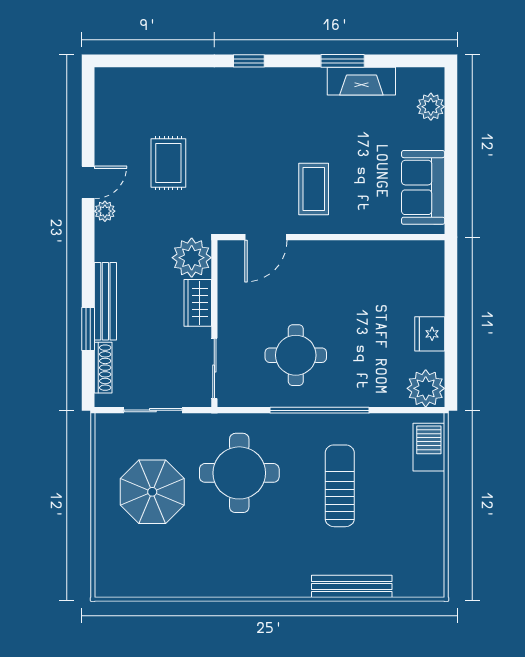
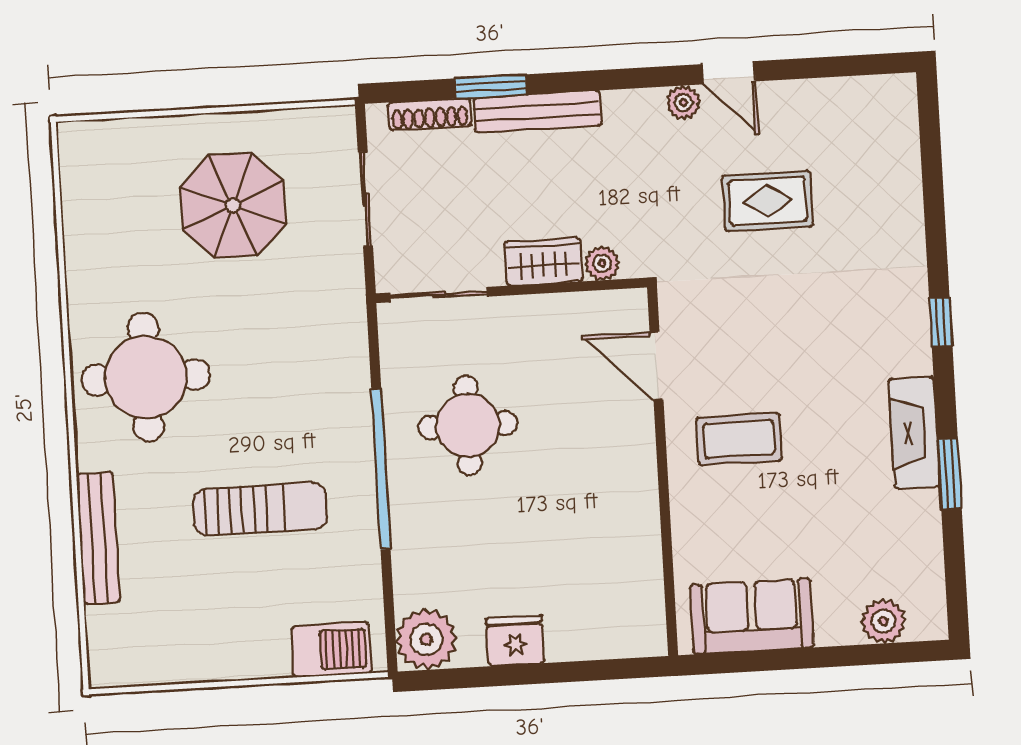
fireplace: (361, 81) -> (914, 433), moved
plant: (192, 258) -> (602, 263), width x0.53, depth x0.53
round table: (239, 473) -> (146, 377), moved

